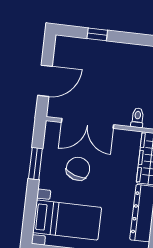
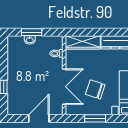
door: (45, 81) -> (39, 118), hinge flipped

